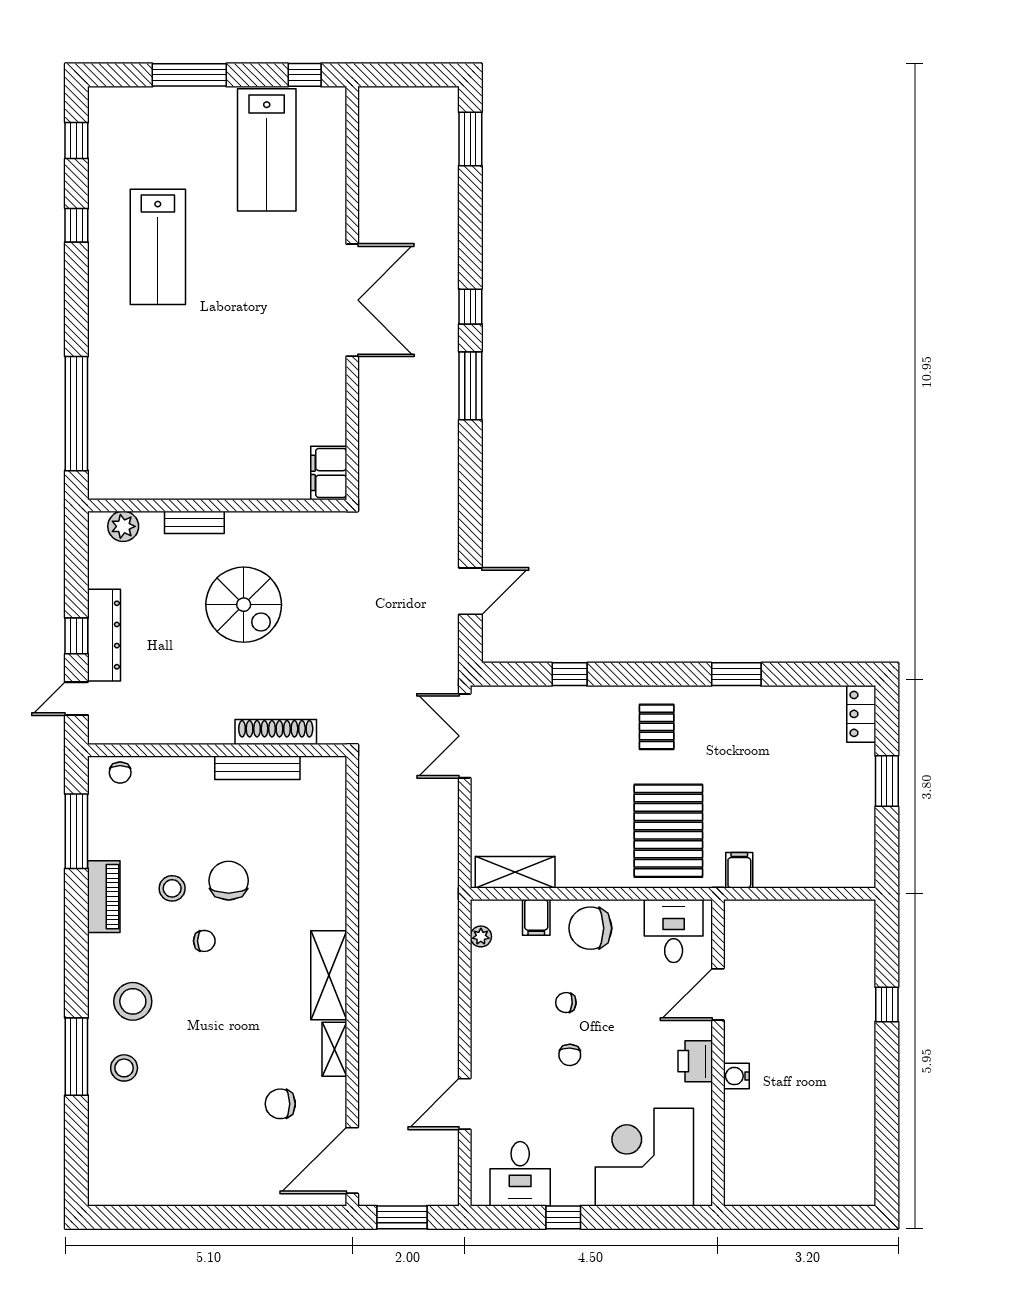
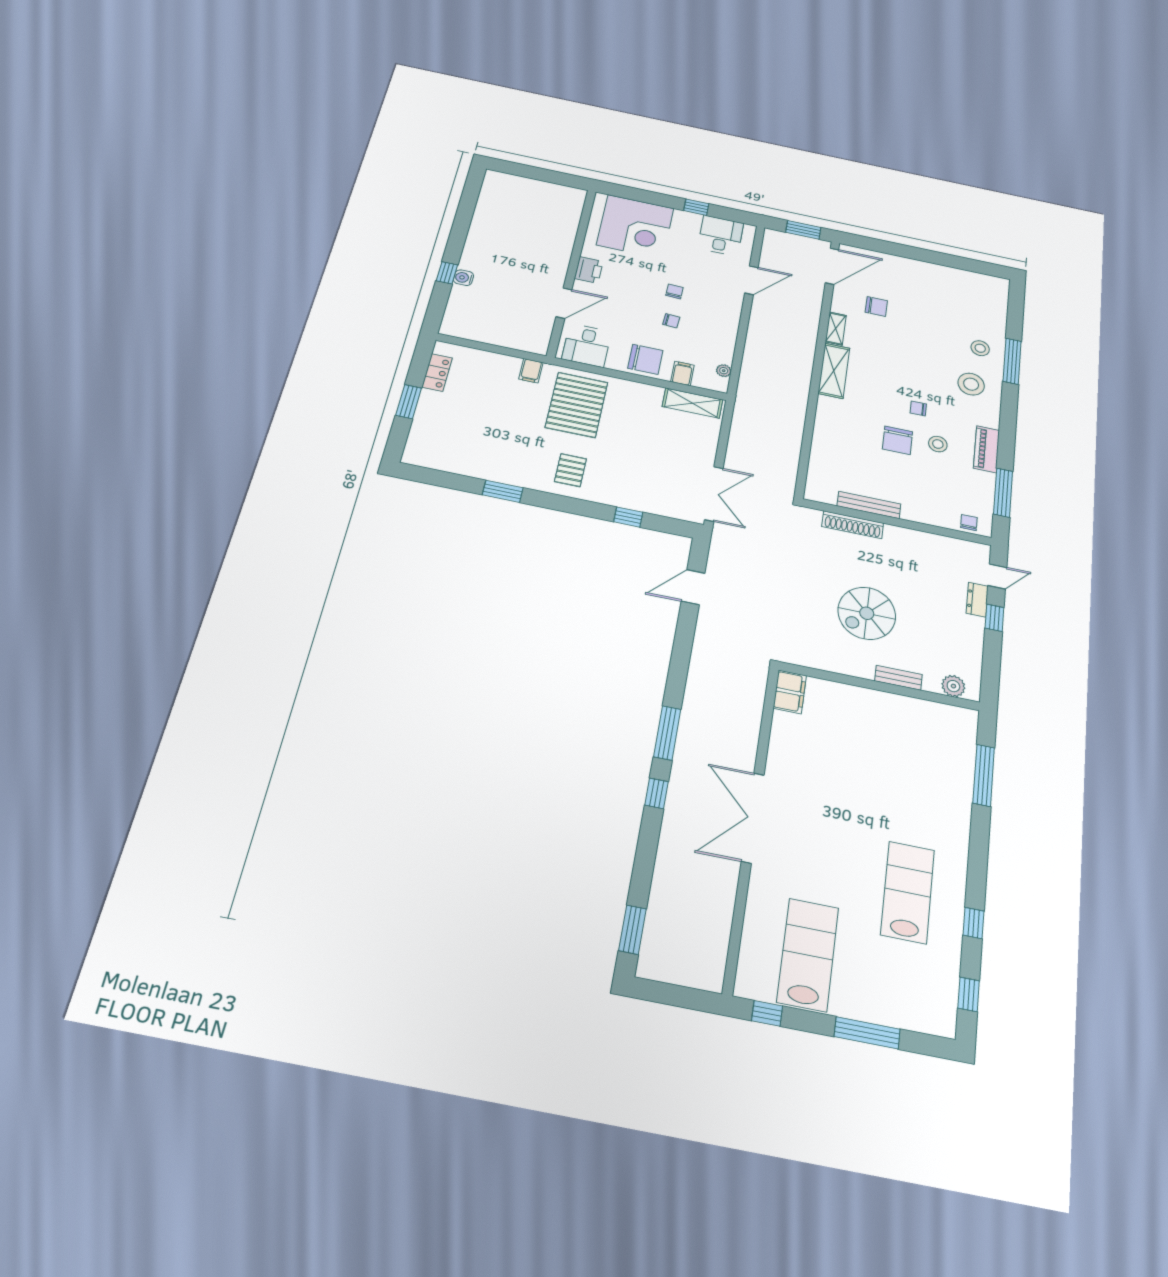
window: (76, 414) -> (984, 775), width x0.68
spiral stairs: (244, 605) -> (867, 613), turned -90
dresser: (104, 635) -> (977, 600), width x0.51, depth x0.80
locker: (861, 714) -> (437, 373), moved
water cooler: (736, 1076) -> (463, 278), moved, turned 180

